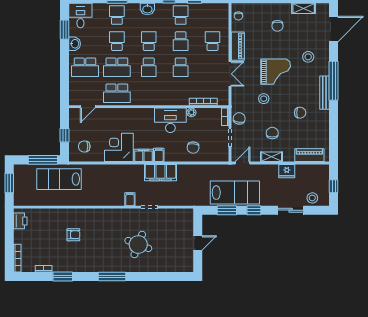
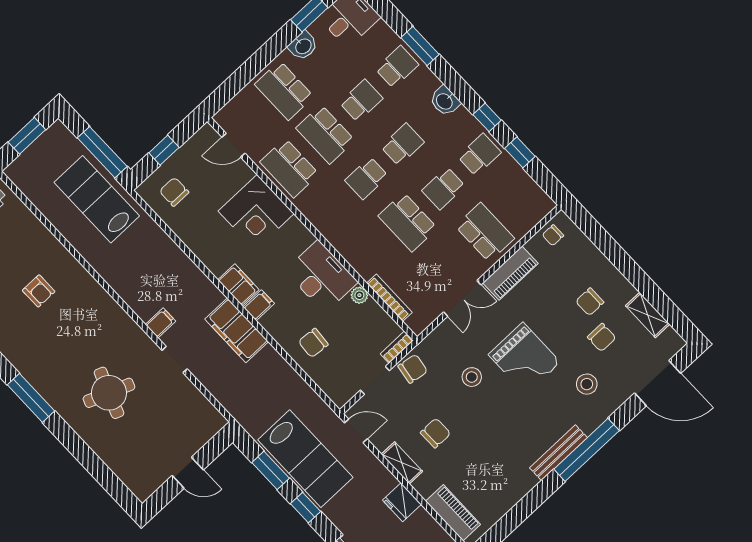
school desk: (213, 41) -> (485, 232), width x1.85
school desk: (181, 67) -> (408, 222), width x1.85
chair: (300, 113) -> (602, 337), moved
corner desk: (119, 147) -> (256, 212), moved, turned 180

